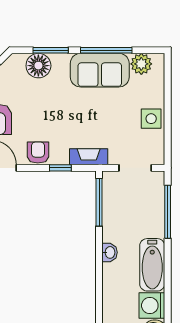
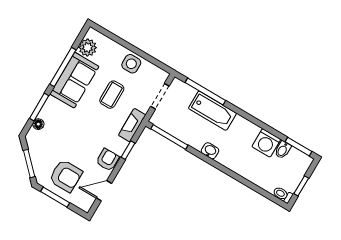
floor lamp: (38, 66) -> (38, 124), width x0.53, depth x0.53
coffee table: (108, 117) -> (112, 95), added
armchair: (38, 153) -> (107, 160), turned 90
bathtub: (152, 265) -> (212, 111), moved

